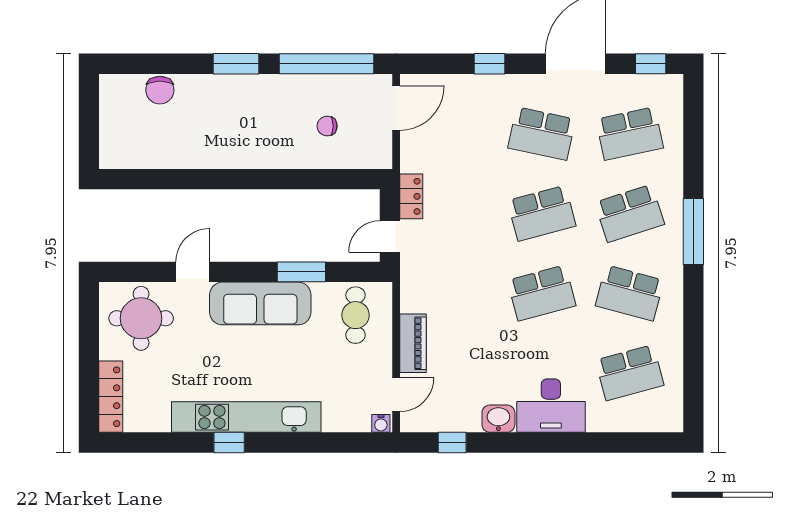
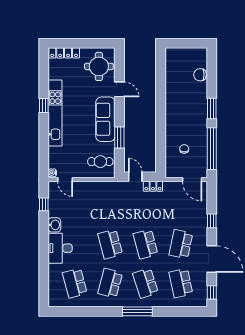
piano: (413, 343) -> (88, 187), removed

